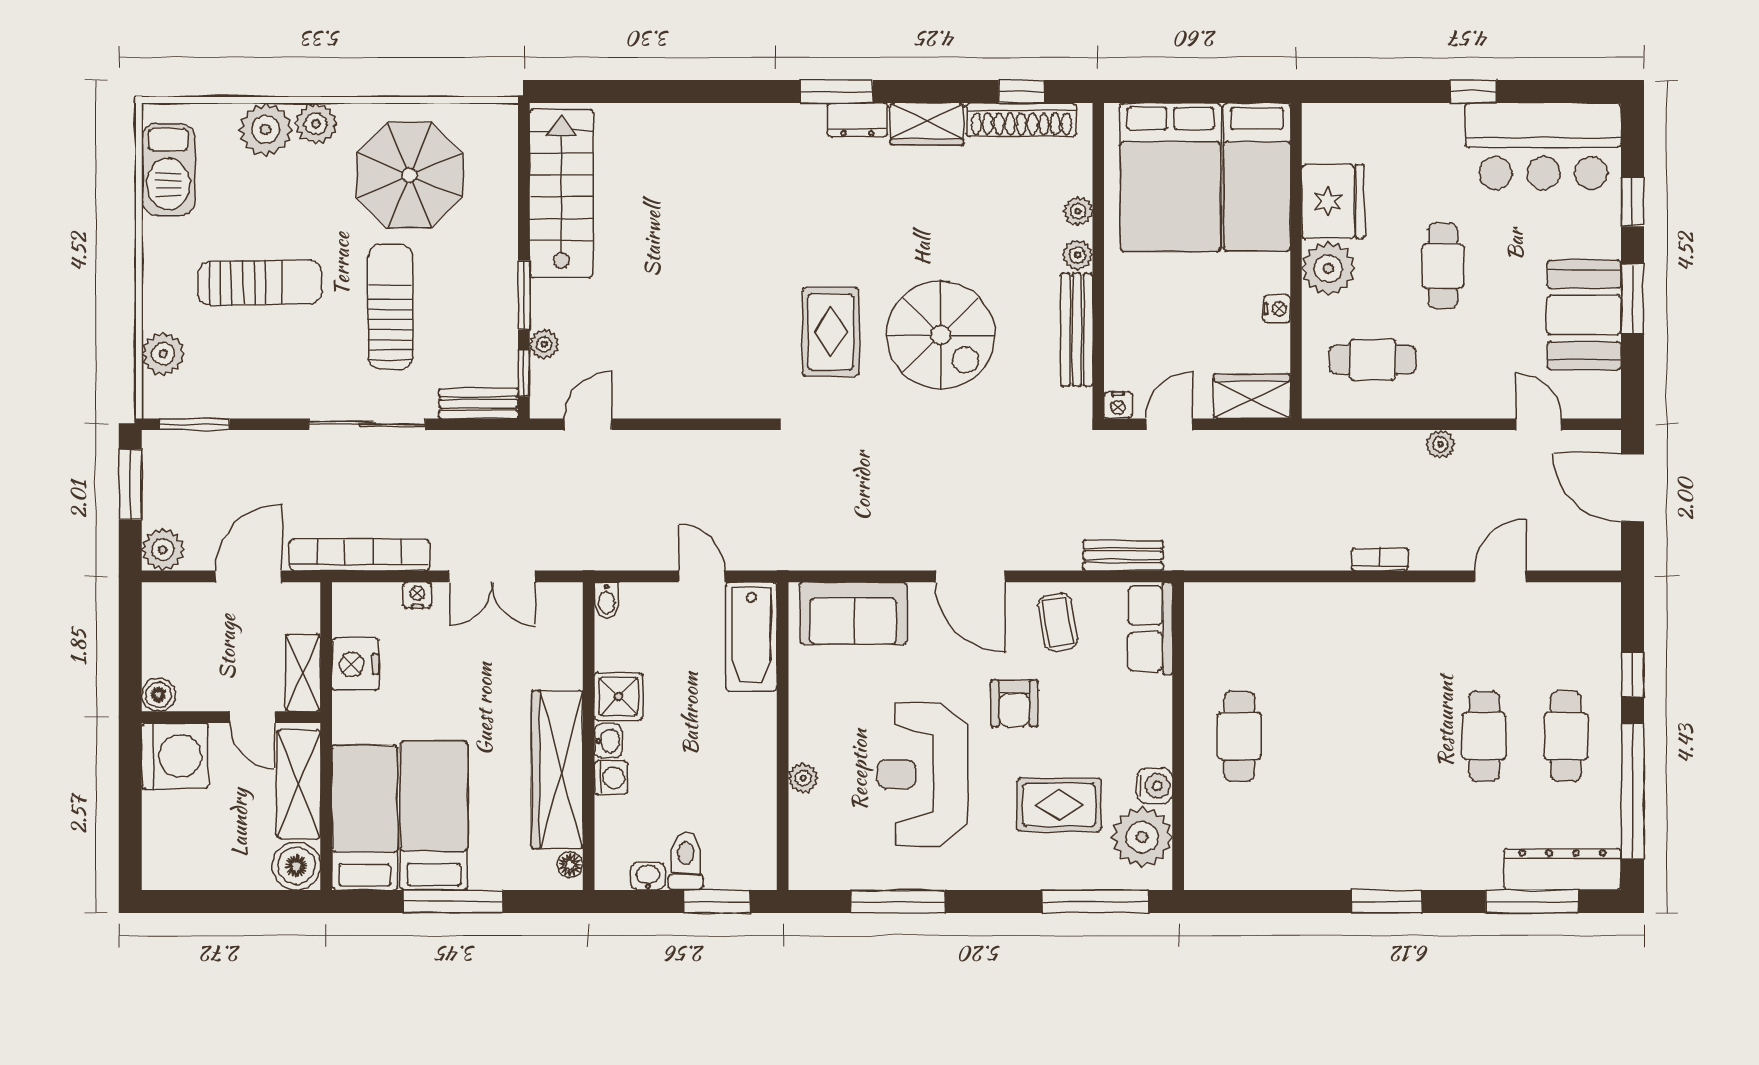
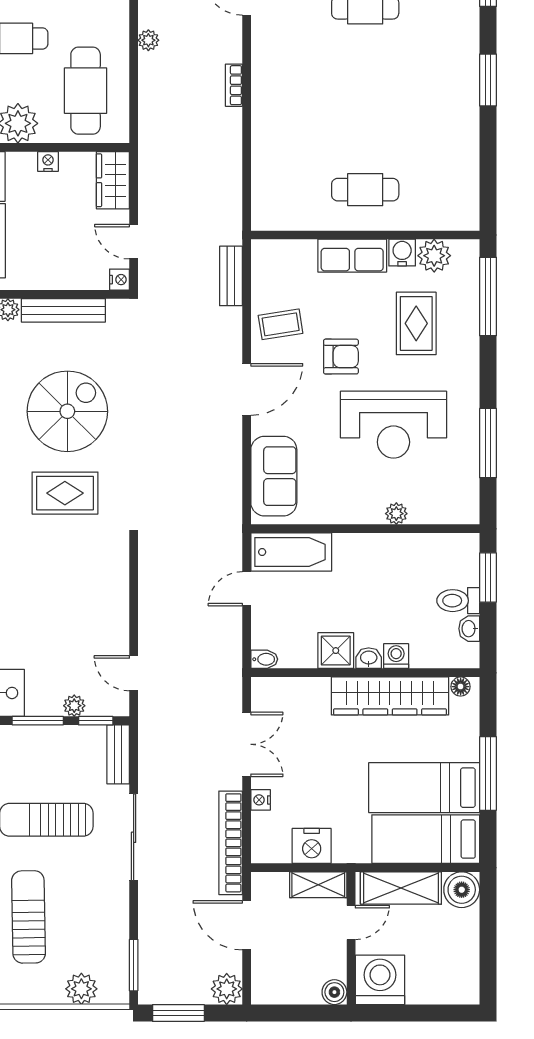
cafe table: (1373, 360) -> (86, 91), width x1.37, depth x1.35
row of seats: (1150, 628) -> (352, 256), moved
plant: (1142, 837) -> (434, 256), width x0.73, depth x0.73

